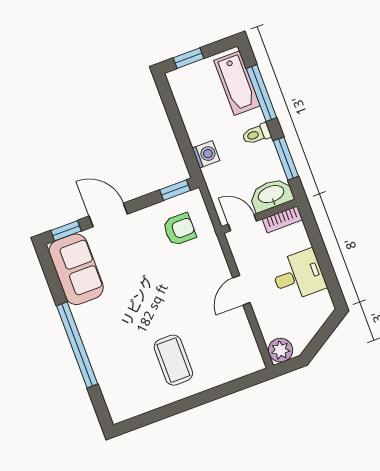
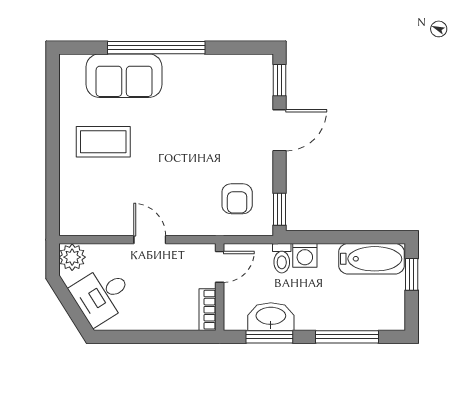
bathtub: (237, 83) -> (372, 259), moved, turned 180
toilet: (257, 134) -> (282, 258), moved, turned 180
washbasin: (271, 195) -> (271, 317), moved, turned -90
sofa: (76, 269) -> (124, 76), moved
desk: (298, 275) -> (102, 295), moved, turned 58

